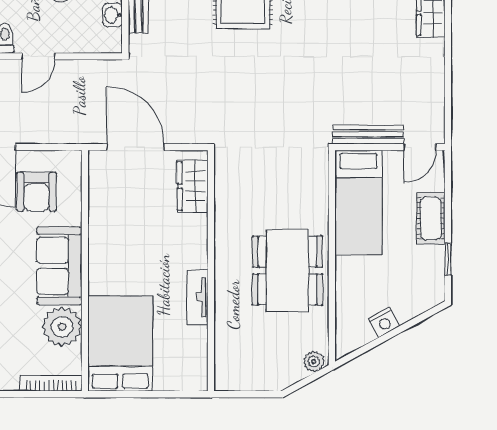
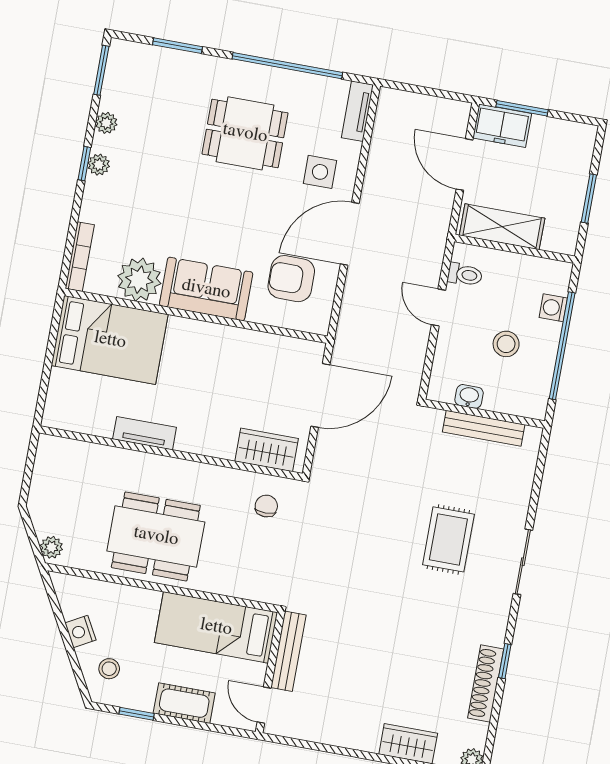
chair: (243, 177) -> (266, 506), added
stool: (412, 291) -> (109, 669), added

